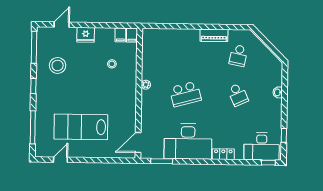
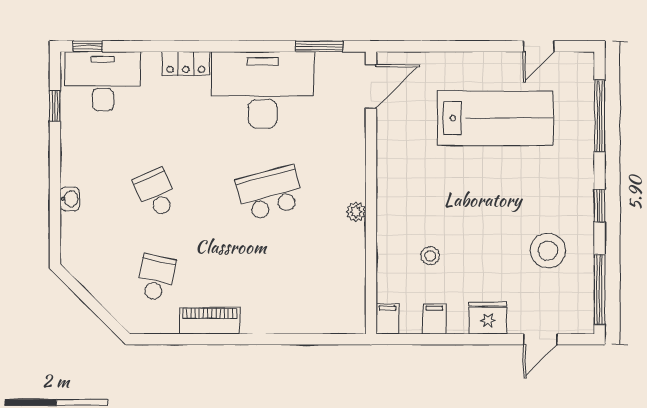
filing cabinet: (120, 35) -> (434, 319), moved

